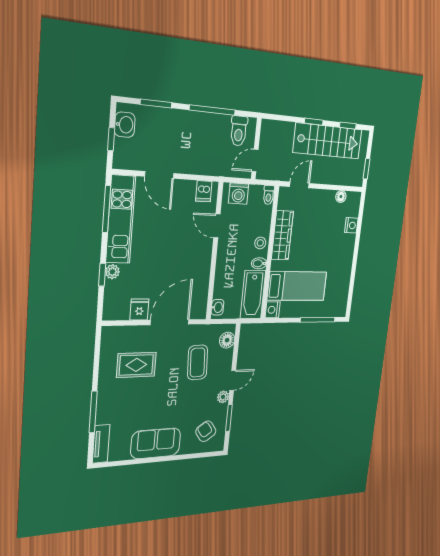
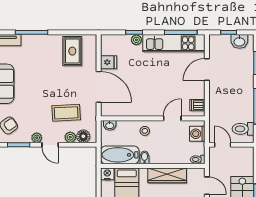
stool: (260, 243) -> (145, 131), moved
plant: (227, 356) -> (70, 137), added
rug: (136, 365) -> (72, 51), moved

